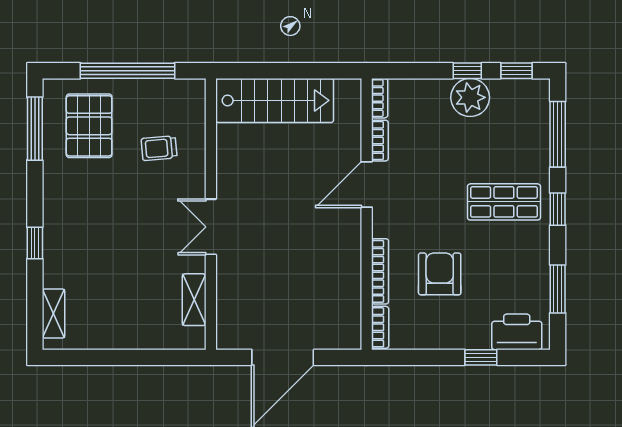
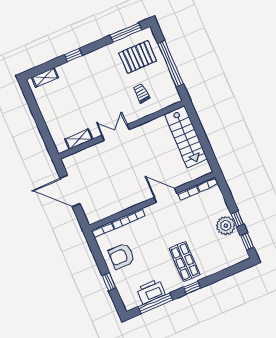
window: (558, 134) -> (226, 273), removed
armchair: (440, 274) -> (121, 256), moved, turned 180
window: (558, 289) -> (155, 303), width x1.44
printer: (517, 332) -> (151, 292), moved, turned -90

